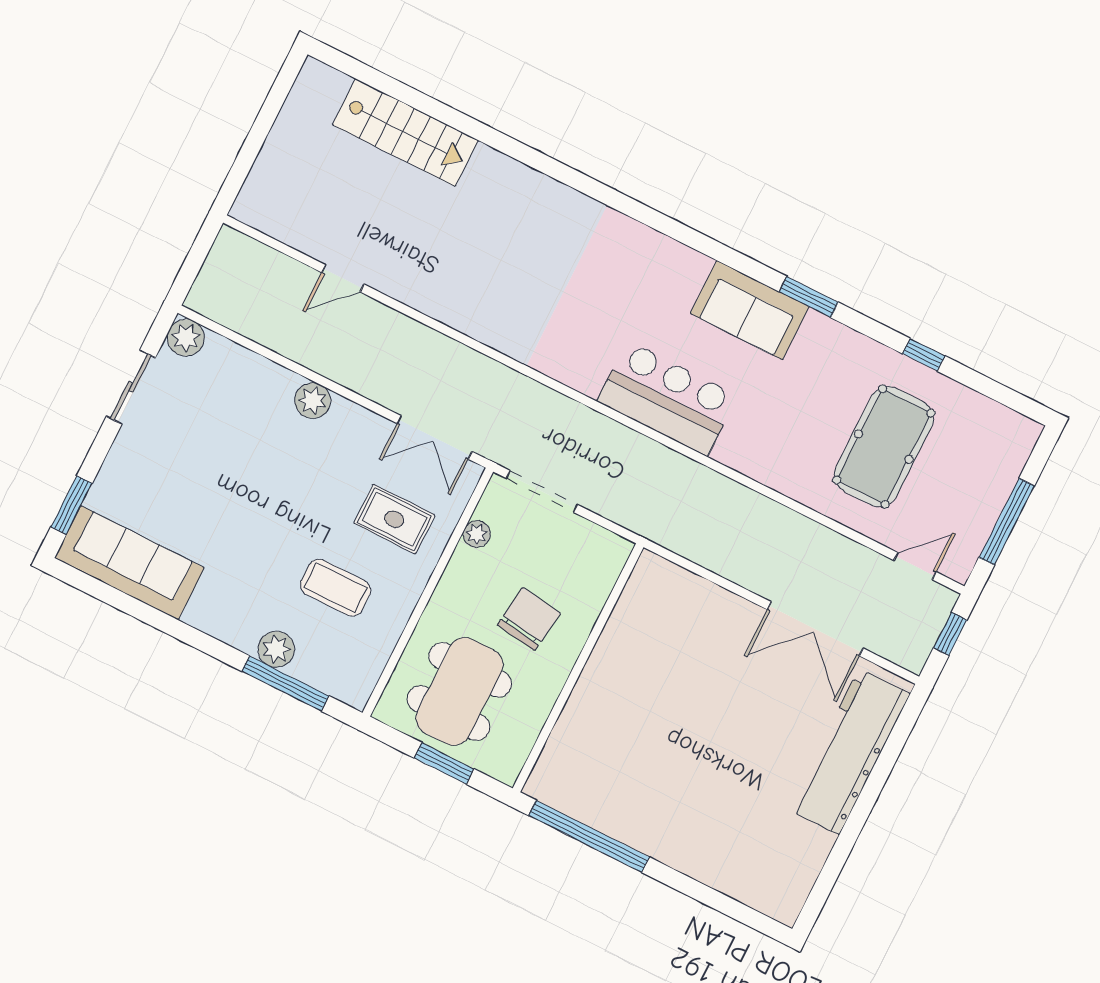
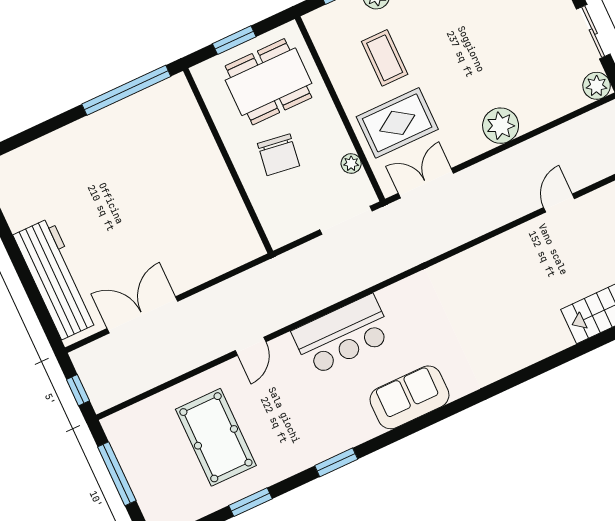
sofa: (750, 310) -> (409, 397), moved
window: (924, 355) -> (251, 502), width x1.50
plant: (313, 401) -> (501, 126), width x1.36, depth x1.36
rug: (394, 519) -> (397, 123), width x1.36, depth x1.43
door: (915, 566) -> (251, 346), moved
coffee table: (335, 588) -> (385, 58), turned 90
dining table: (459, 691) -> (269, 82), turned 90

